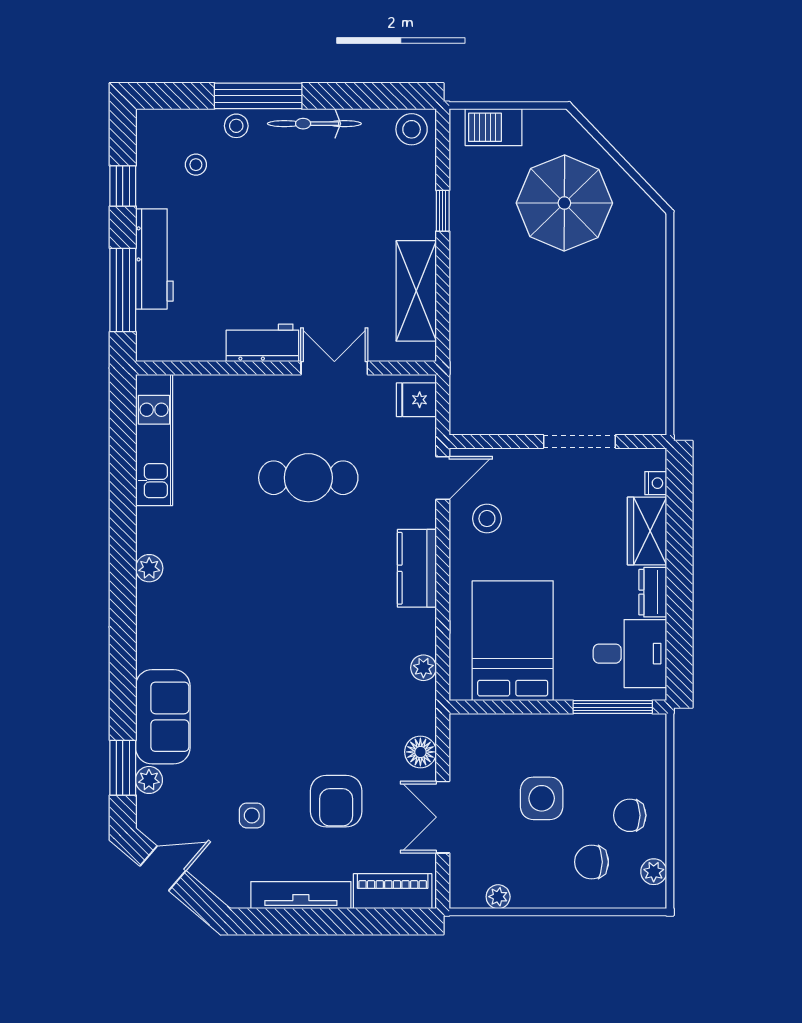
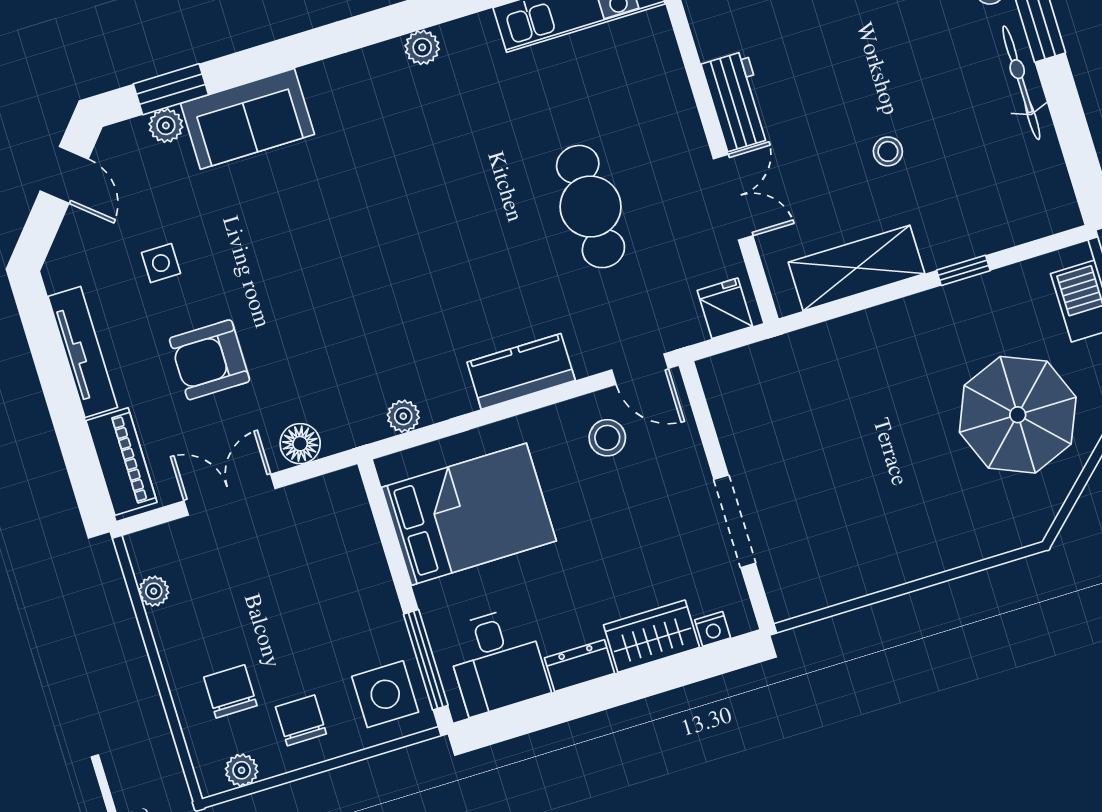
stool: (412, 129) -> (888, 151), moved, width x0.73, depth x0.73
side table: (542, 798) -> (385, 694), moved

